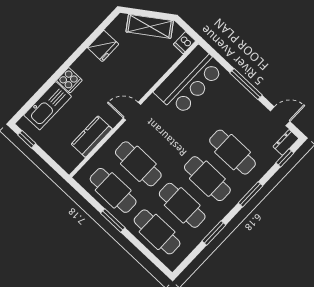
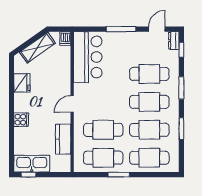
kitchen sink: (48, 106) -> (32, 164), moved, turned -90

